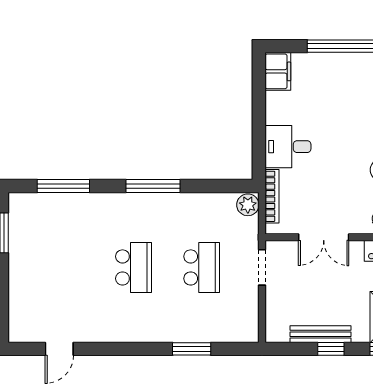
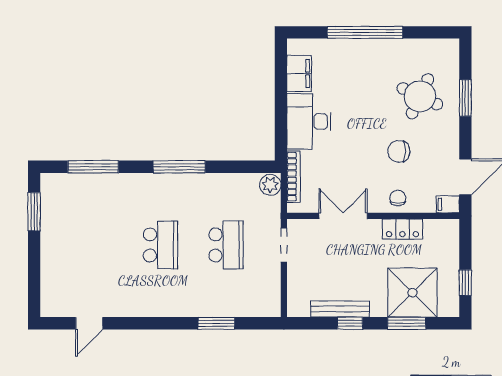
filing cabinet: (278, 71) -> (299, 74), moved
desk: (288, 147) -> (309, 121), width x1.37
double door: (324, 237) -> (343, 216), swing flipped

